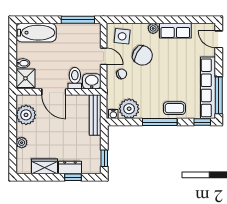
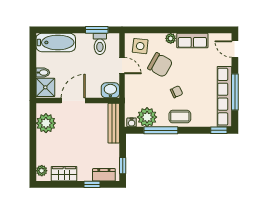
window: (78, 20) -> (97, 30), width x0.69
chair: (122, 74) -> (177, 92), moved
toilet: (75, 78) -> (100, 44), moved, turned 180
door: (54, 92) -> (73, 101), swing flipped
window: (219, 95) -> (235, 92), moved
coffee table: (174, 108) -> (180, 117), moved
window: (160, 122) -> (161, 130), moved
plant: (22, 143) -> (42, 171), moved
dresser: (70, 167) -> (104, 175), moved

